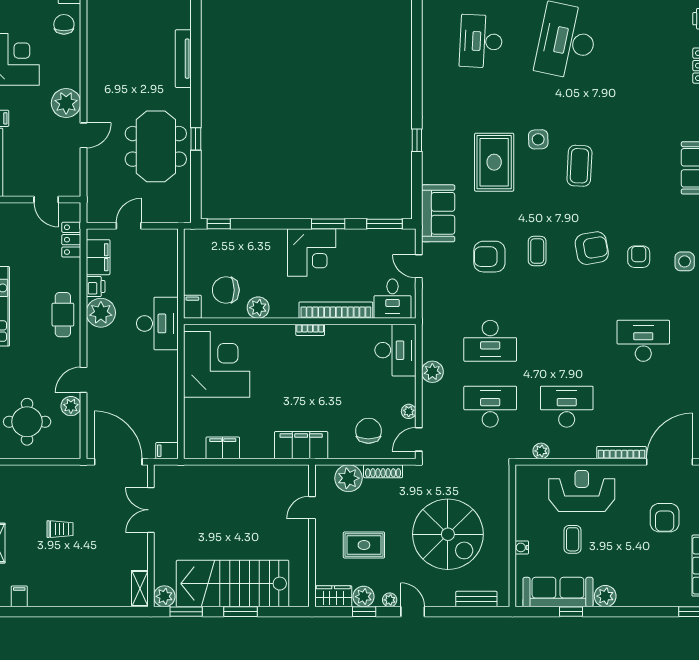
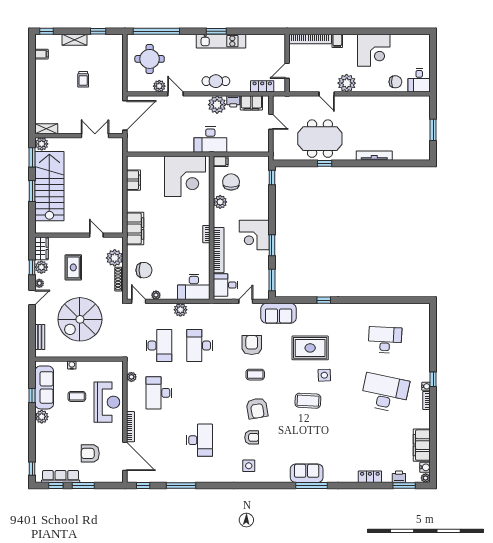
desk: (567, 407) -> (159, 393), turned 180
filing cabinet: (167, 451) -> (132, 146), removed

